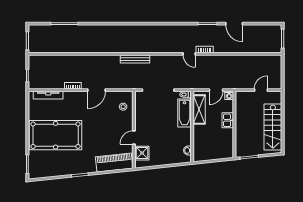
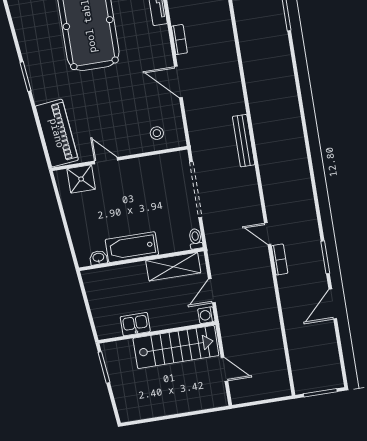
door: (189, 54) -> (268, 234), hinge flipped
door: (216, 90) -> (212, 291), hinge flipped
bathtub: (185, 113) -> (132, 247), moved
kitchen sink: (228, 120) -> (135, 324), moved
stairs: (273, 127) -> (176, 347), moved, turned 180

